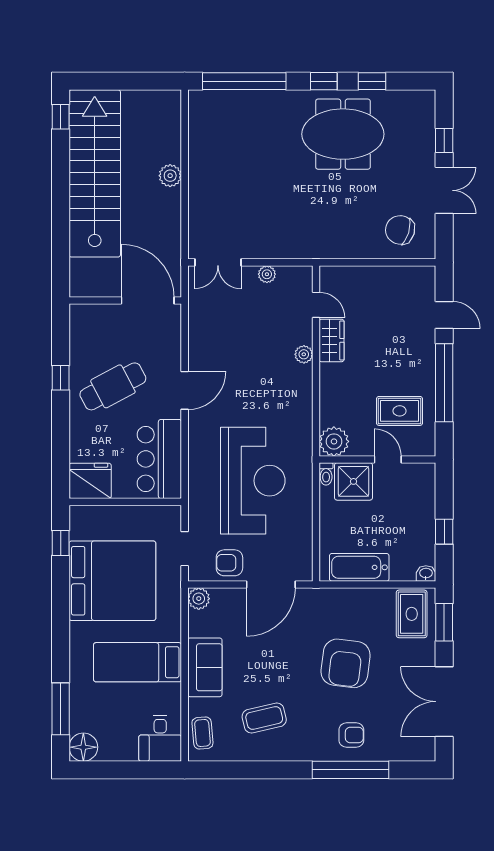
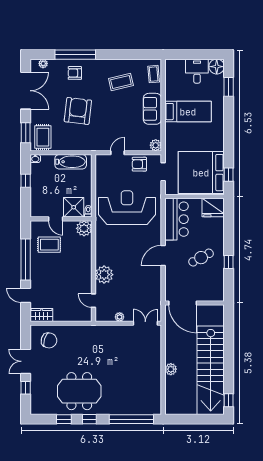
wardrobe: (332, 340) -> (41, 315), moved, turned 90
plant: (304, 354) -> (104, 275), width x1.87, depth x1.87
cafe table: (113, 386) -> (201, 258), width x0.73, depth x0.74
reception desk: (253, 481) -> (127, 208), turned 90
armchair: (229, 563) -> (139, 164), turned 180
bed: (112, 581) -> (201, 173), moved
door: (271, 584) -> (117, 153), width x0.53
window: (61, 709) -> (229, 87), width x0.69
desk: (160, 739) -> (197, 71), moved
plant: (411, 753) -> (43, 64), added

